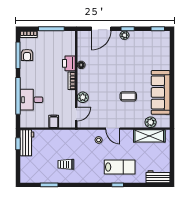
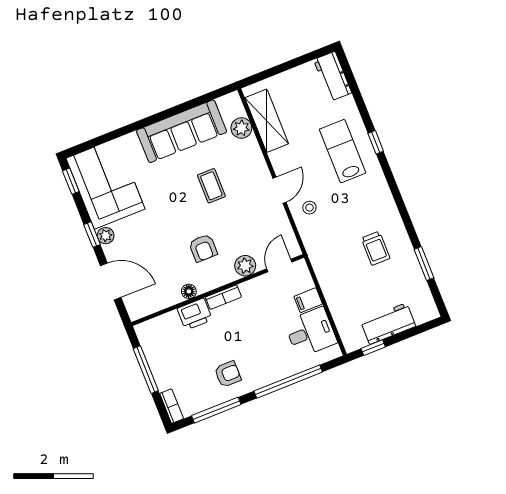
corner sofa: (150, 45) -> (106, 184), added
armchair: (27, 55) -> (228, 374), moved
armchair: (100, 80) -> (203, 248), added
desk: (31, 100) -> (311, 332), moved, turned -90
door: (76, 114) -> (279, 265), hinge flipped
workbench: (27, 143) -> (388, 324), moved

